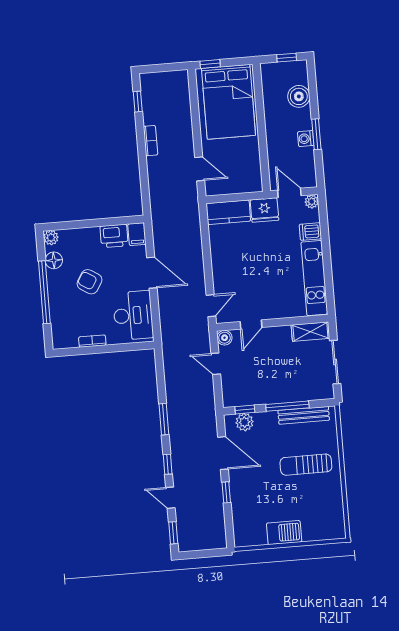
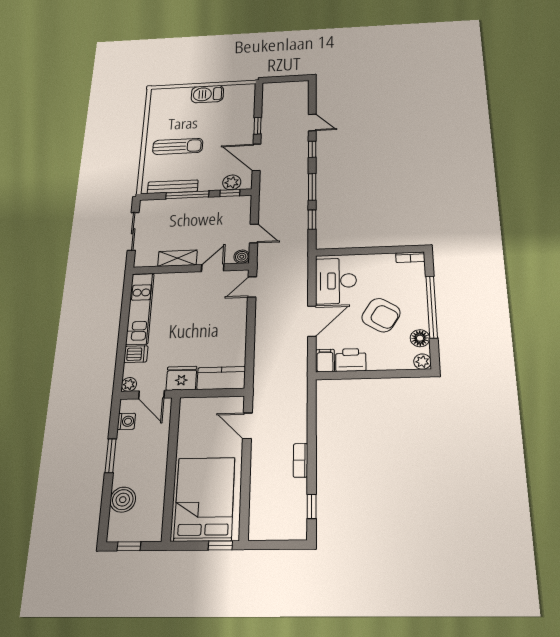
washing machine: (306, 139) -> (126, 421), moved
door: (152, 273) -> (312, 321), swing flipped
armchair: (90, 282) -> (381, 315), width x1.38, depth x1.38
shelving: (310, 332) -> (177, 258), moved
bookcase: (92, 341) -> (410, 257), moved
window: (173, 533) -> (312, 220), moved

